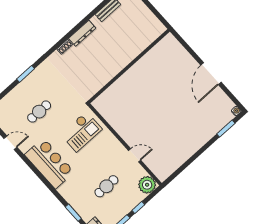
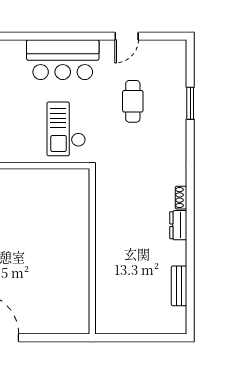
dresser: (82, 33) -> (178, 225), width x0.70
window: (25, 74) -> (190, 103), moved

